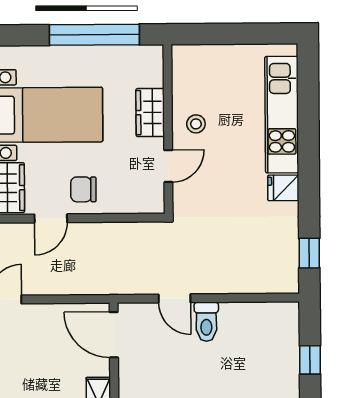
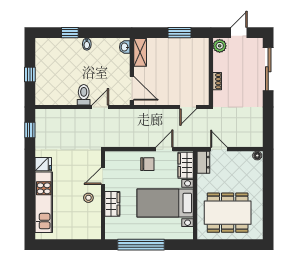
door: (174, 298) -> (100, 107), hinge flipped

